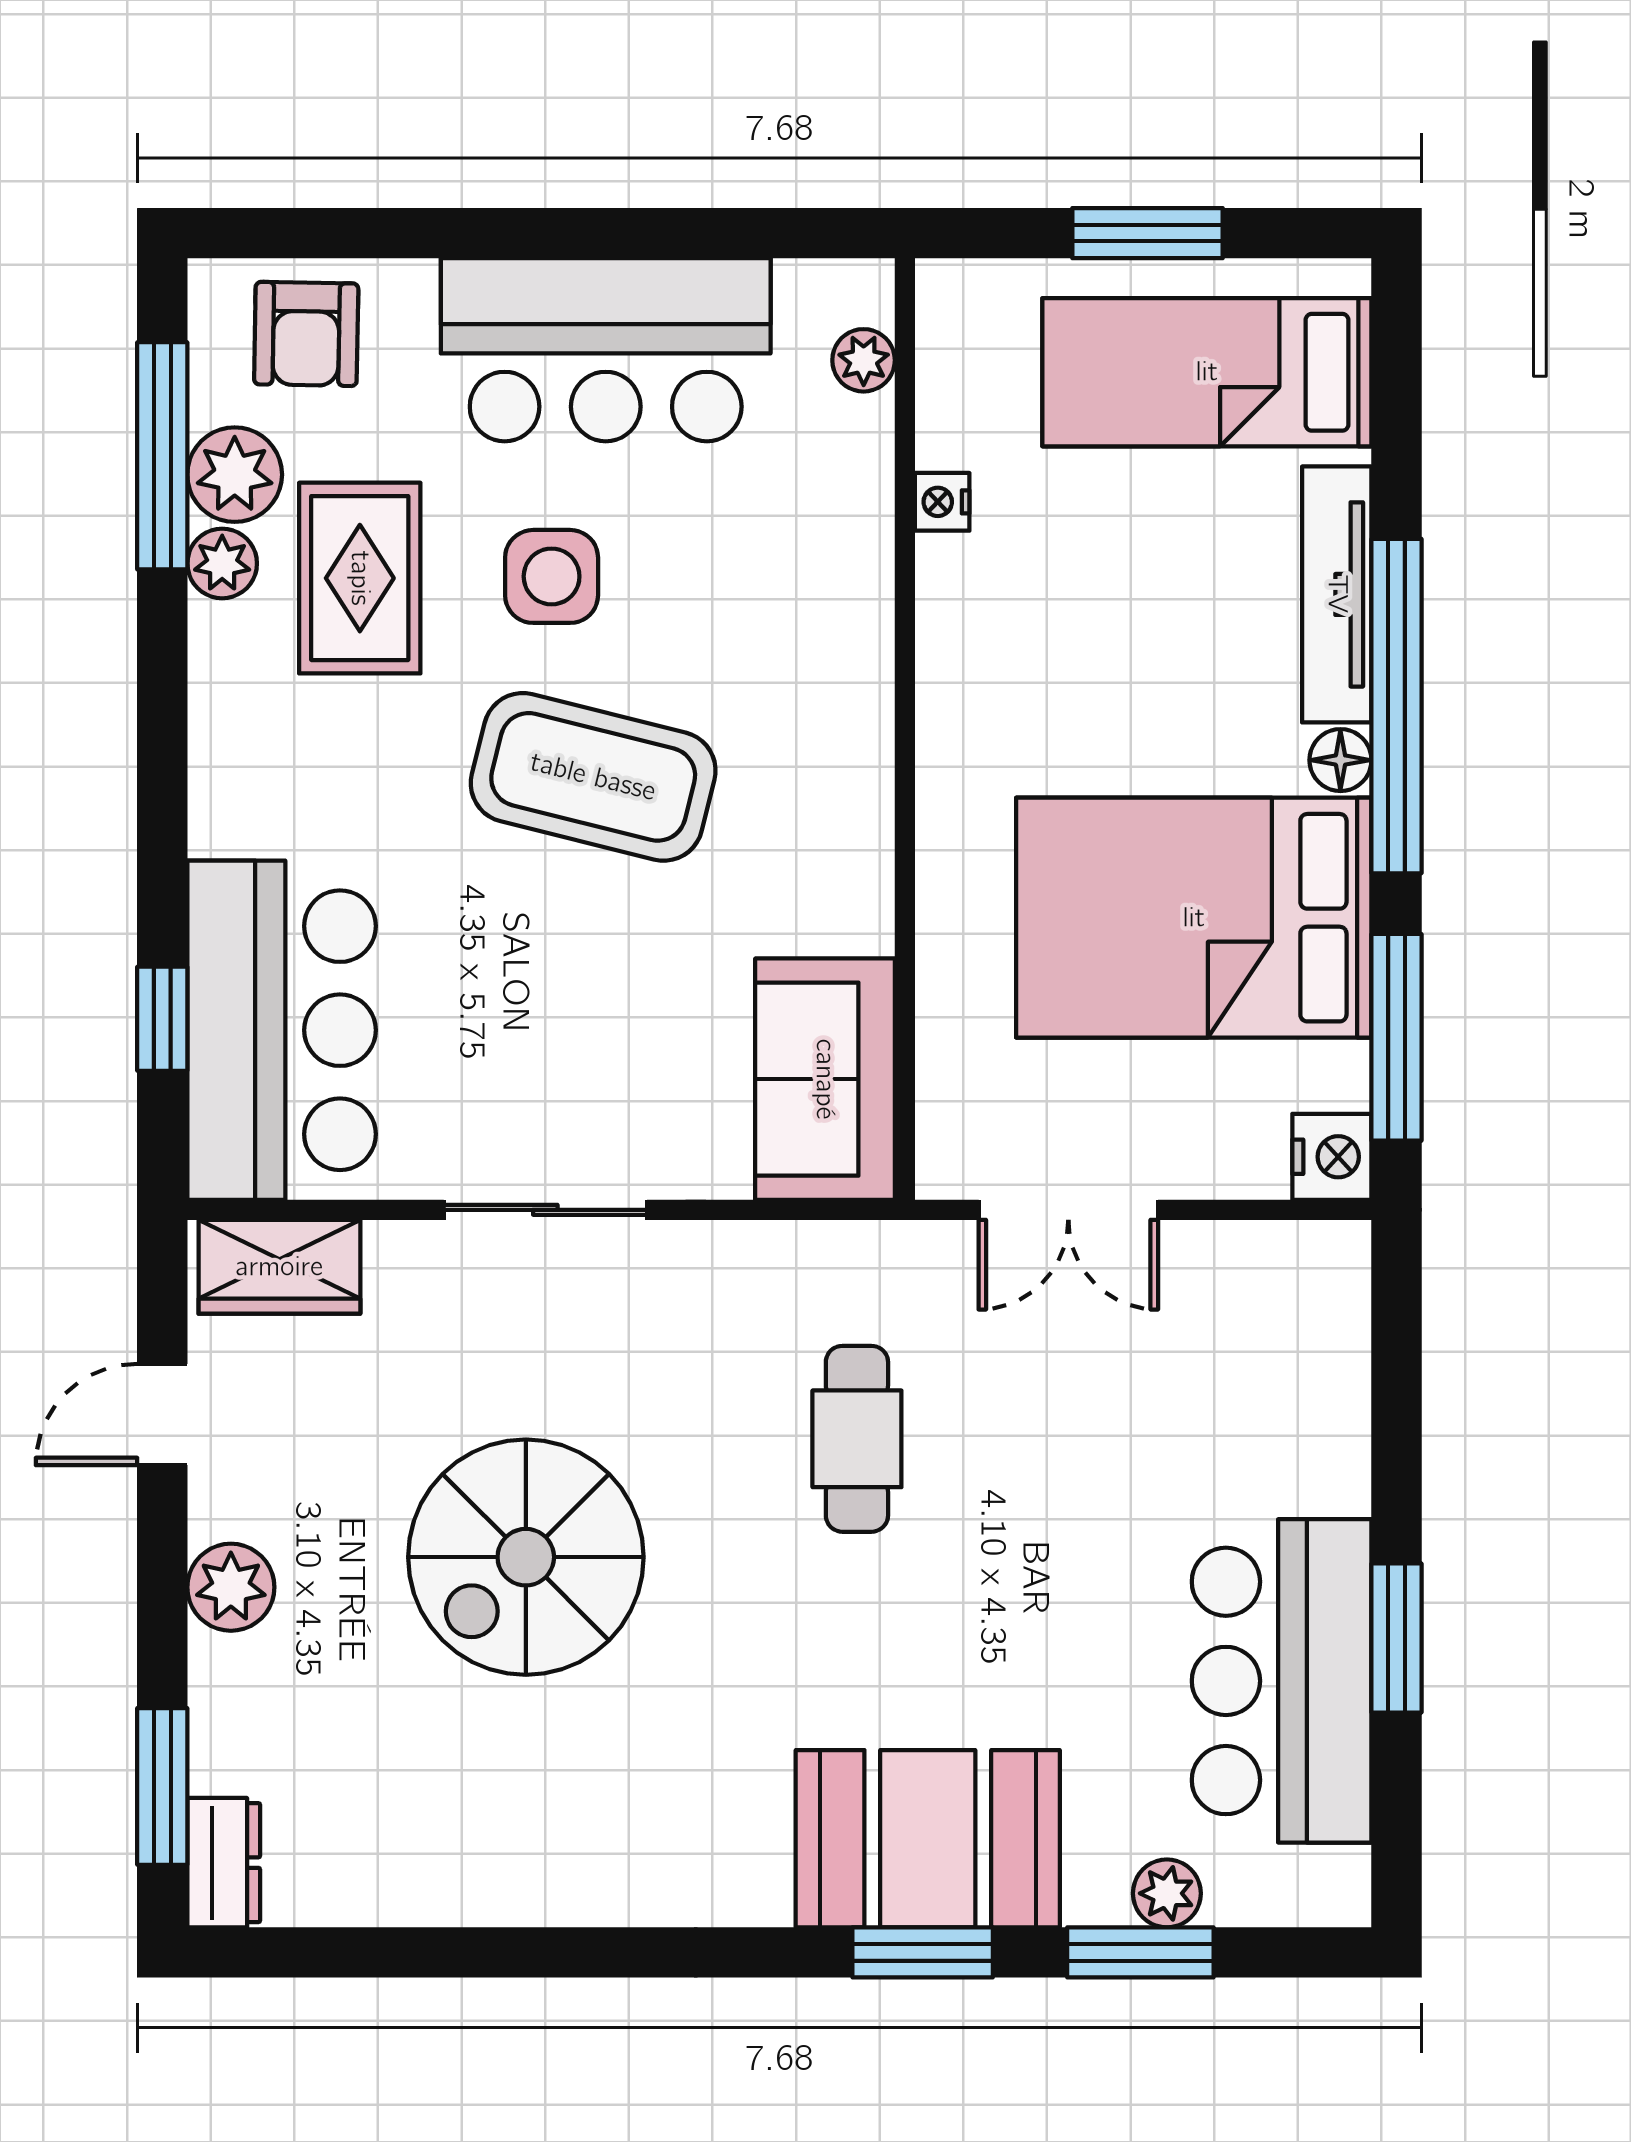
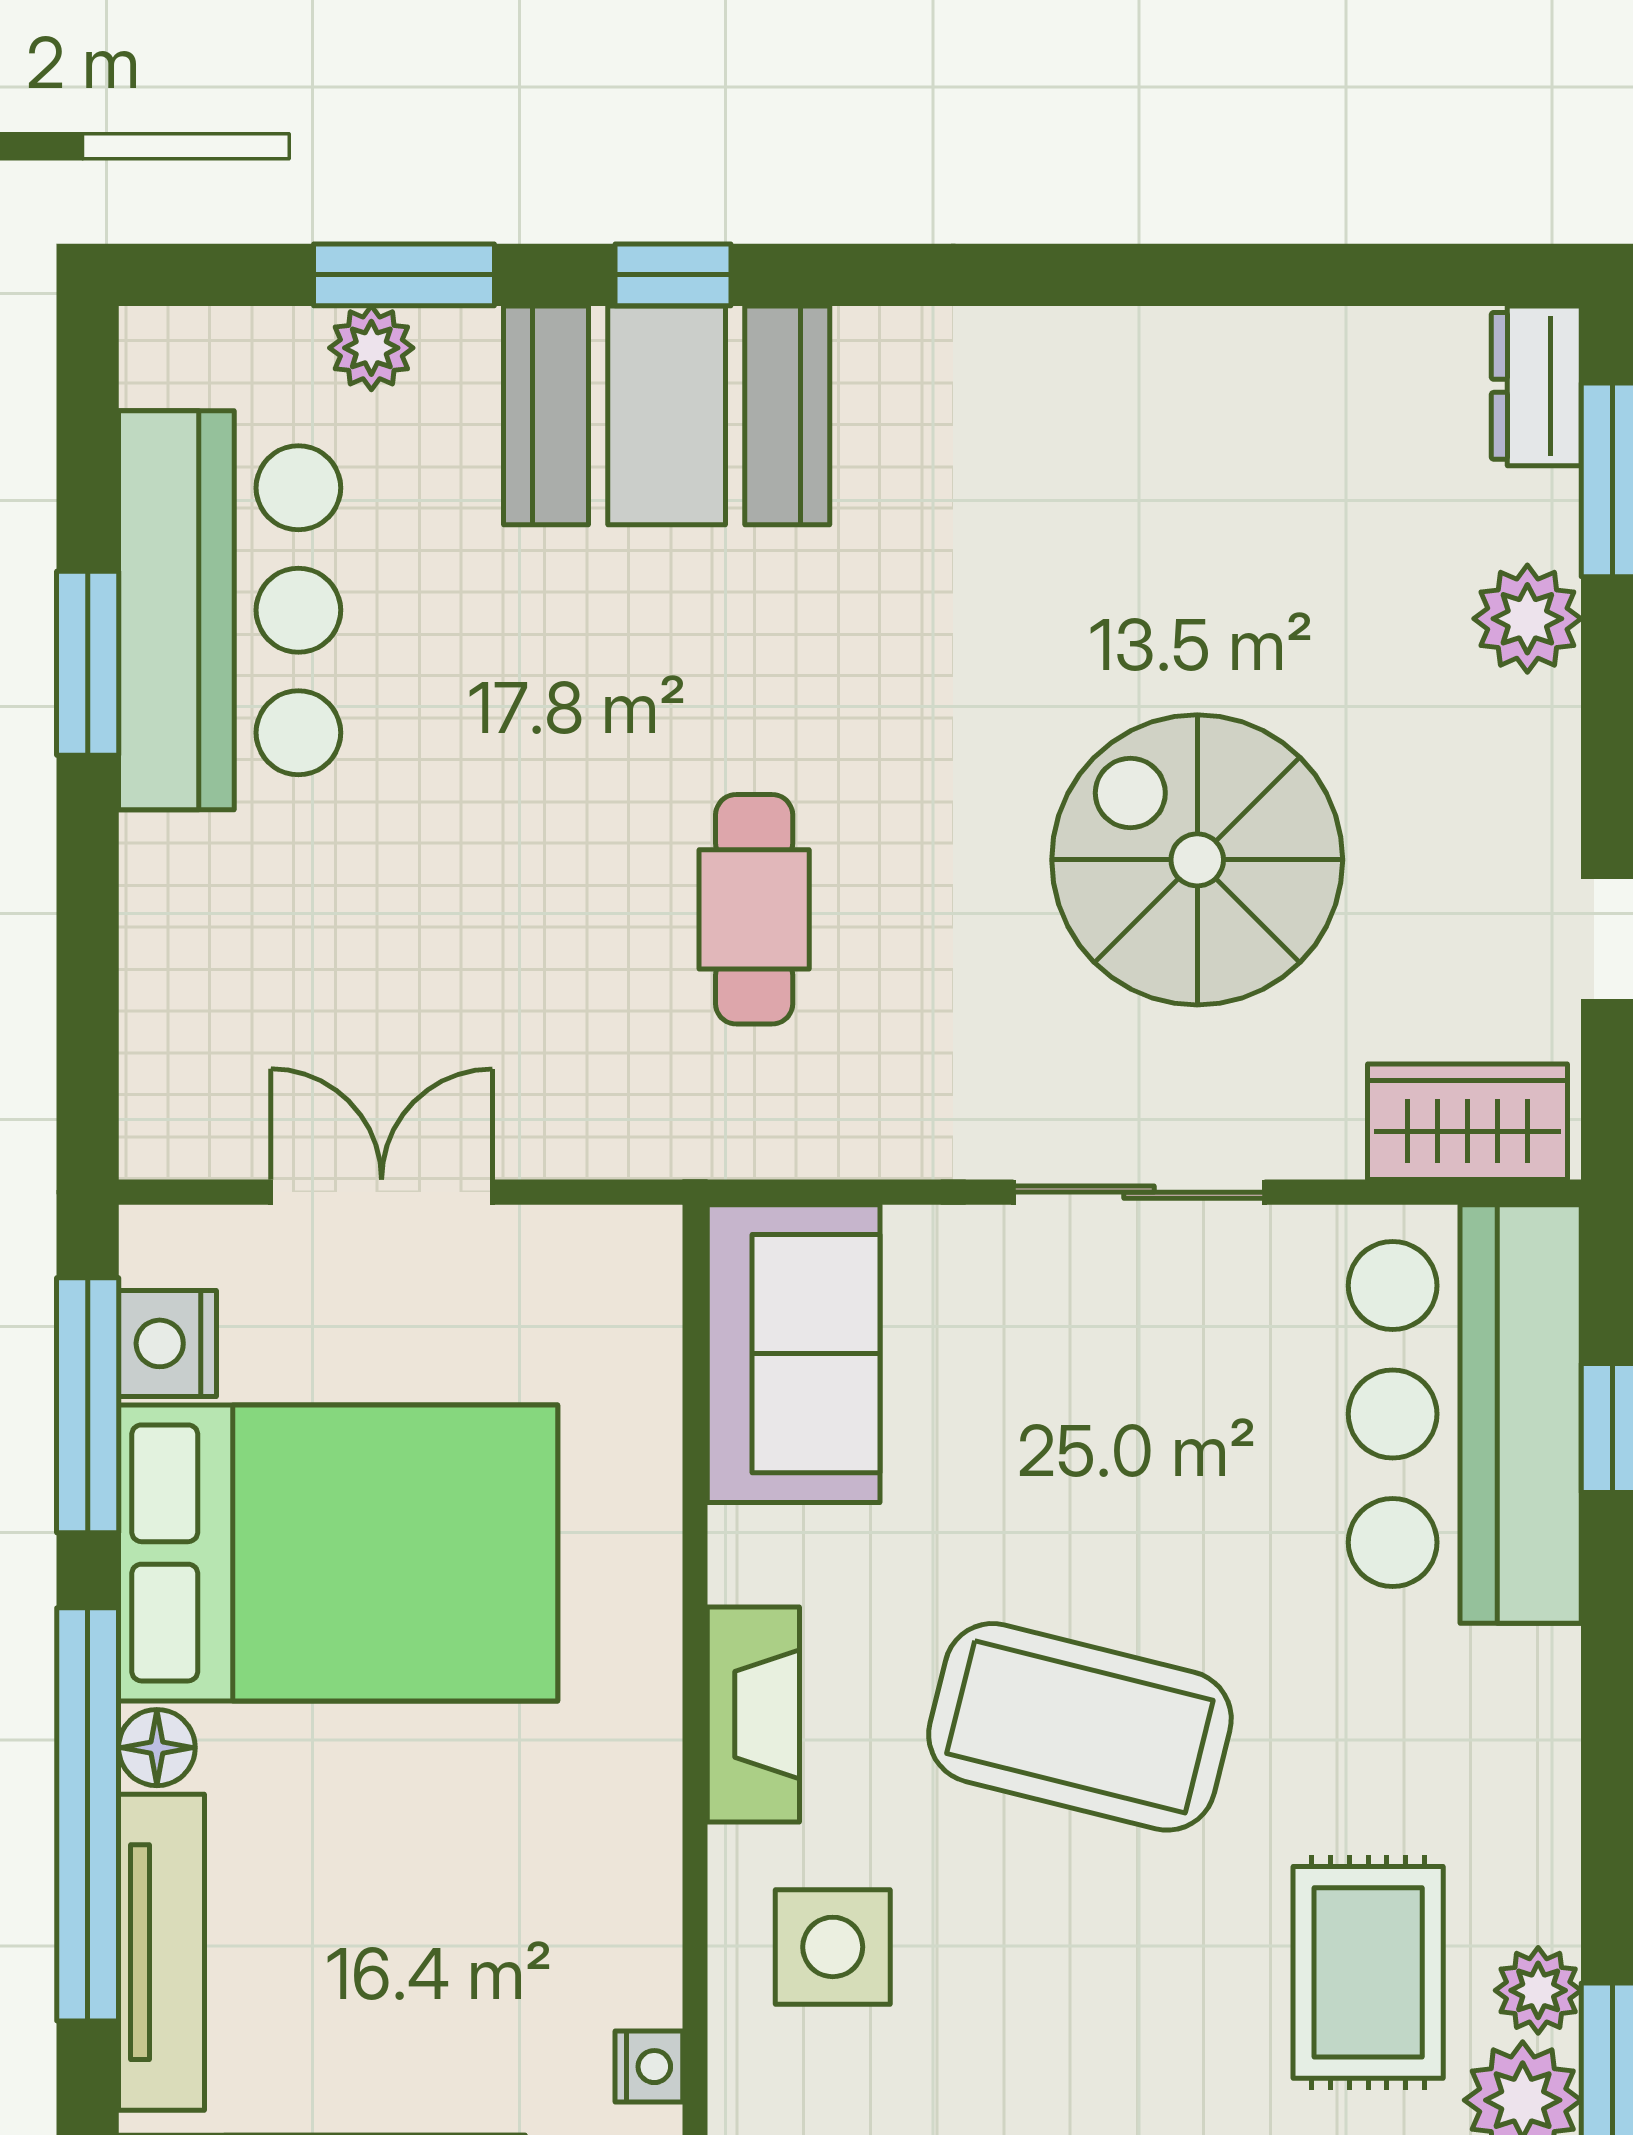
side table: (552, 576) -> (833, 1947), moved
fireplace: (858, 787) -> (753, 1714), added
nightstand: (1332, 1157) -> (168, 1343), moved
double door: (1068, 1210) -> (382, 1192), moved
spiral stairs: (526, 1557) -> (1197, 860), moved, turned -90
plant: (231, 1587) -> (1527, 619), moved
window: (923, 1952) -> (673, 275), width x0.67

